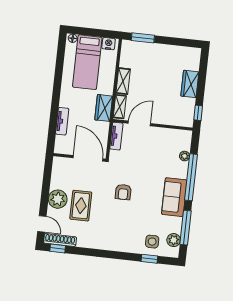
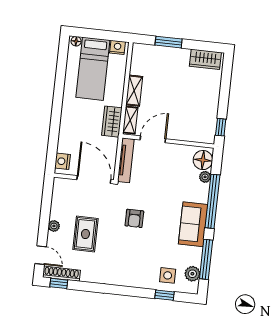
window: (143, 38) -> (169, 42), moved
wardrobe: (190, 84) -> (205, 59), moved, turned -90
tv unit: (62, 121) -> (64, 137), removed
tv unit: (116, 136) -> (126, 160), width x1.41
floor lamp: (183, 141) -> (203, 160), added
nightstand: (61, 142) -> (62, 161), added
plant: (58, 199) -> (54, 226), width x0.53, depth x0.53

